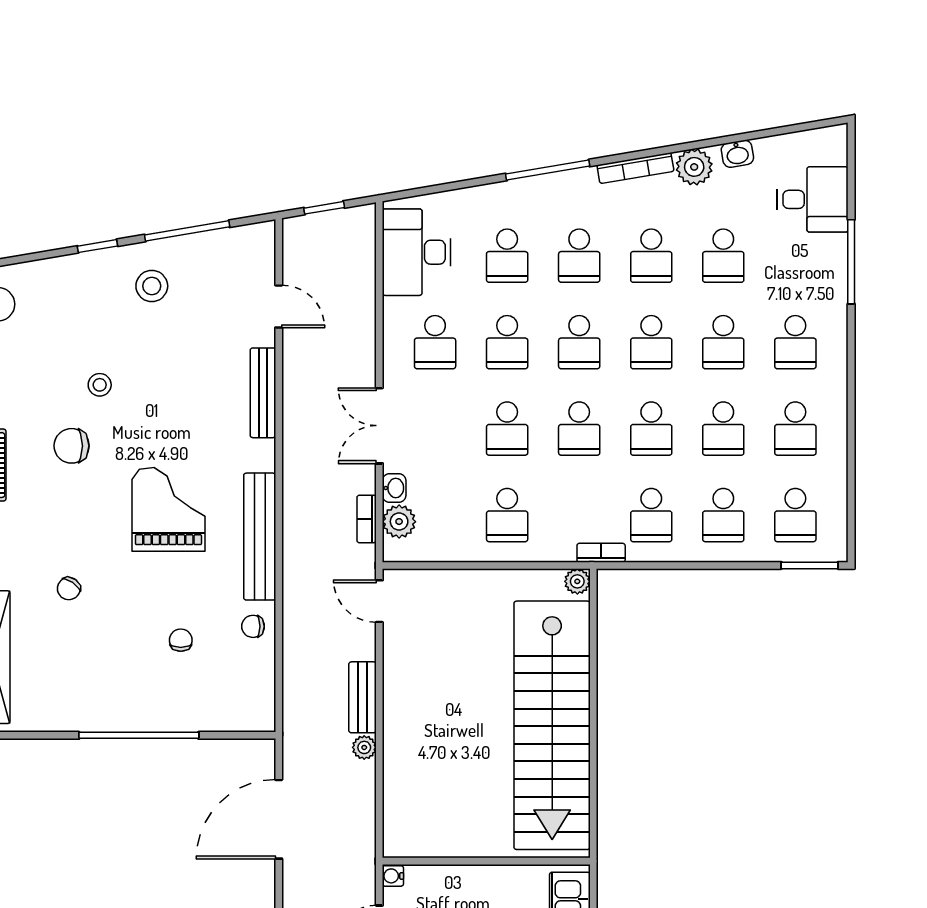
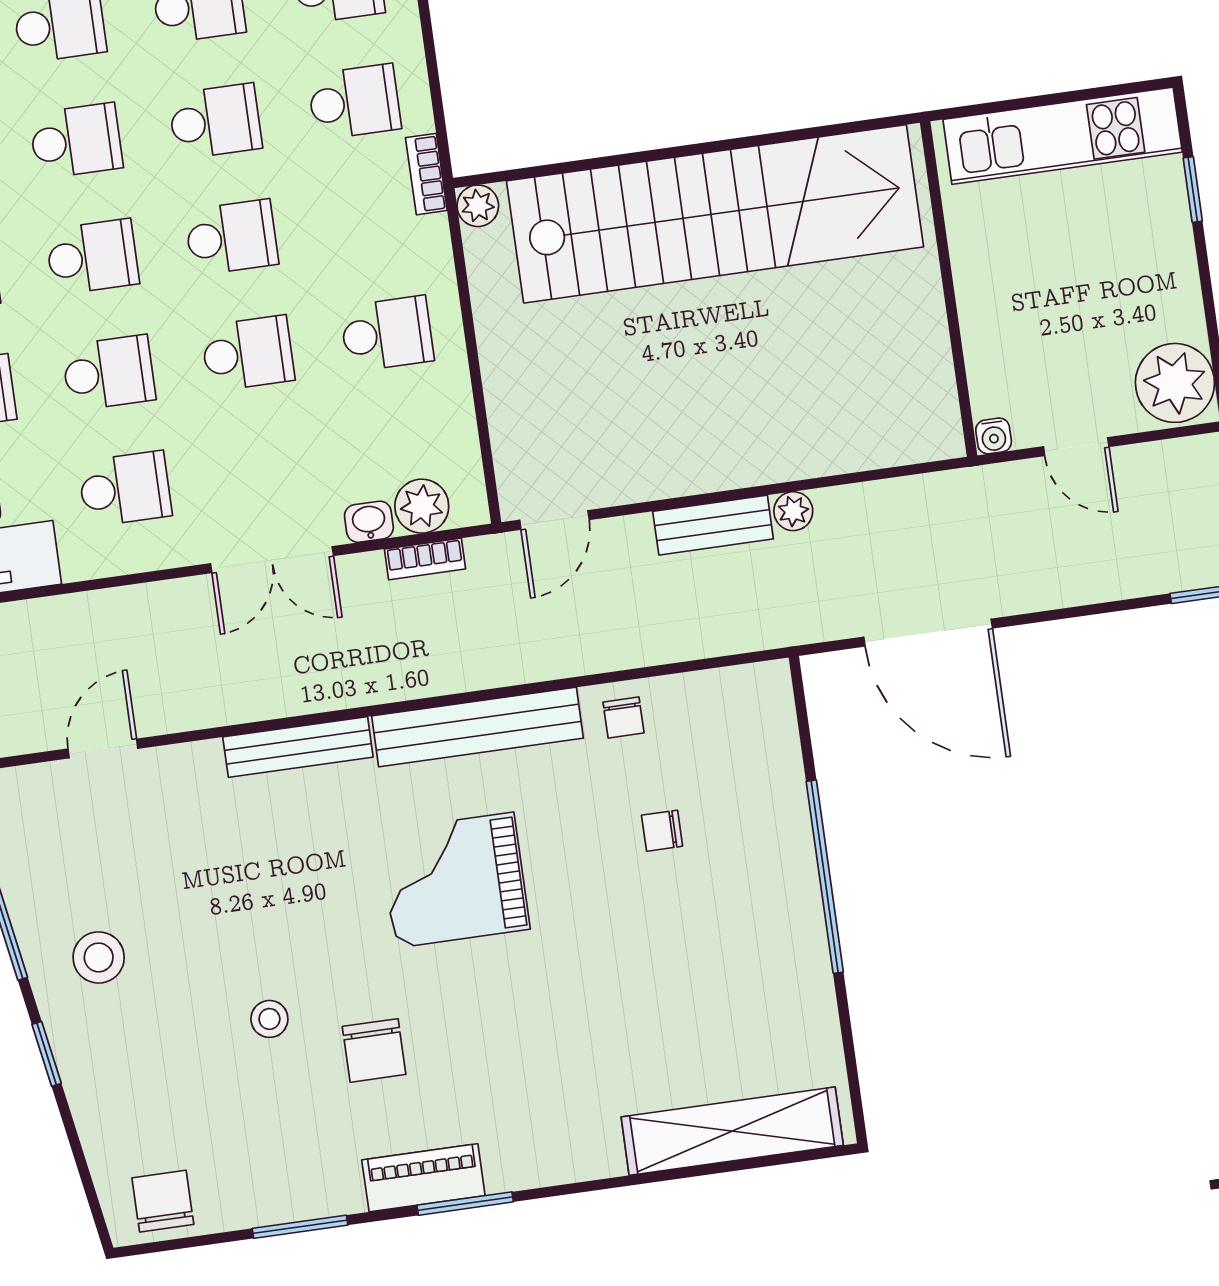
bench: (263, 393) -> (298, 747), moved
chair: (69, 589) -> (604, 1023), removed

